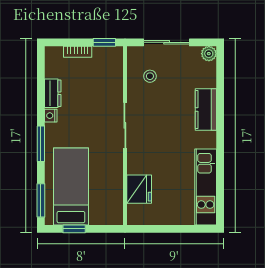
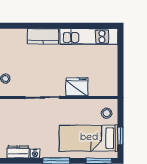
kitchen counter: (206, 110) -> (43, 36), moved
fridge: (139, 189) -> (77, 87), moved
stool: (104, 210) -> (107, 113), added

